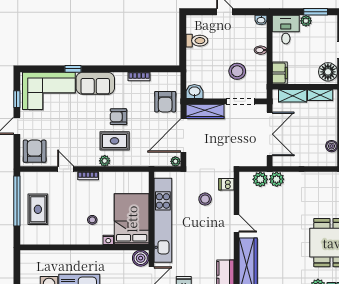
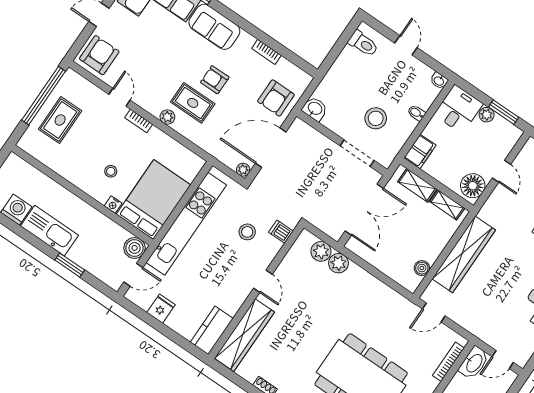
toilet: (197, 41) -> (363, 44), moved
wardrobe: (205, 111) -> (312, 138), removed

